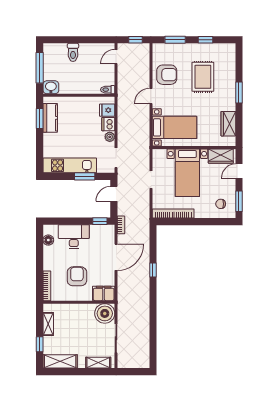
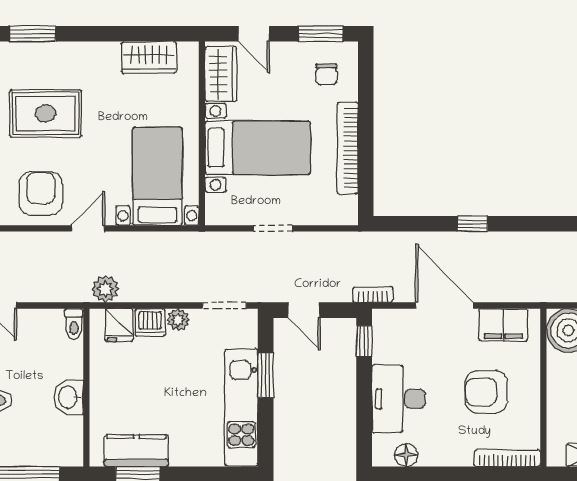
washbasin: (51, 87) -> (69, 397), moved
window: (239, 92) -> (32, 34), moved
door: (151, 96) -> (88, 228), swing flipped
plant: (124, 104) -> (105, 289), added
bookcase: (173, 214) -> (348, 148), moved
filing cabinet: (104, 293) -> (503, 325), moved, turned -90

